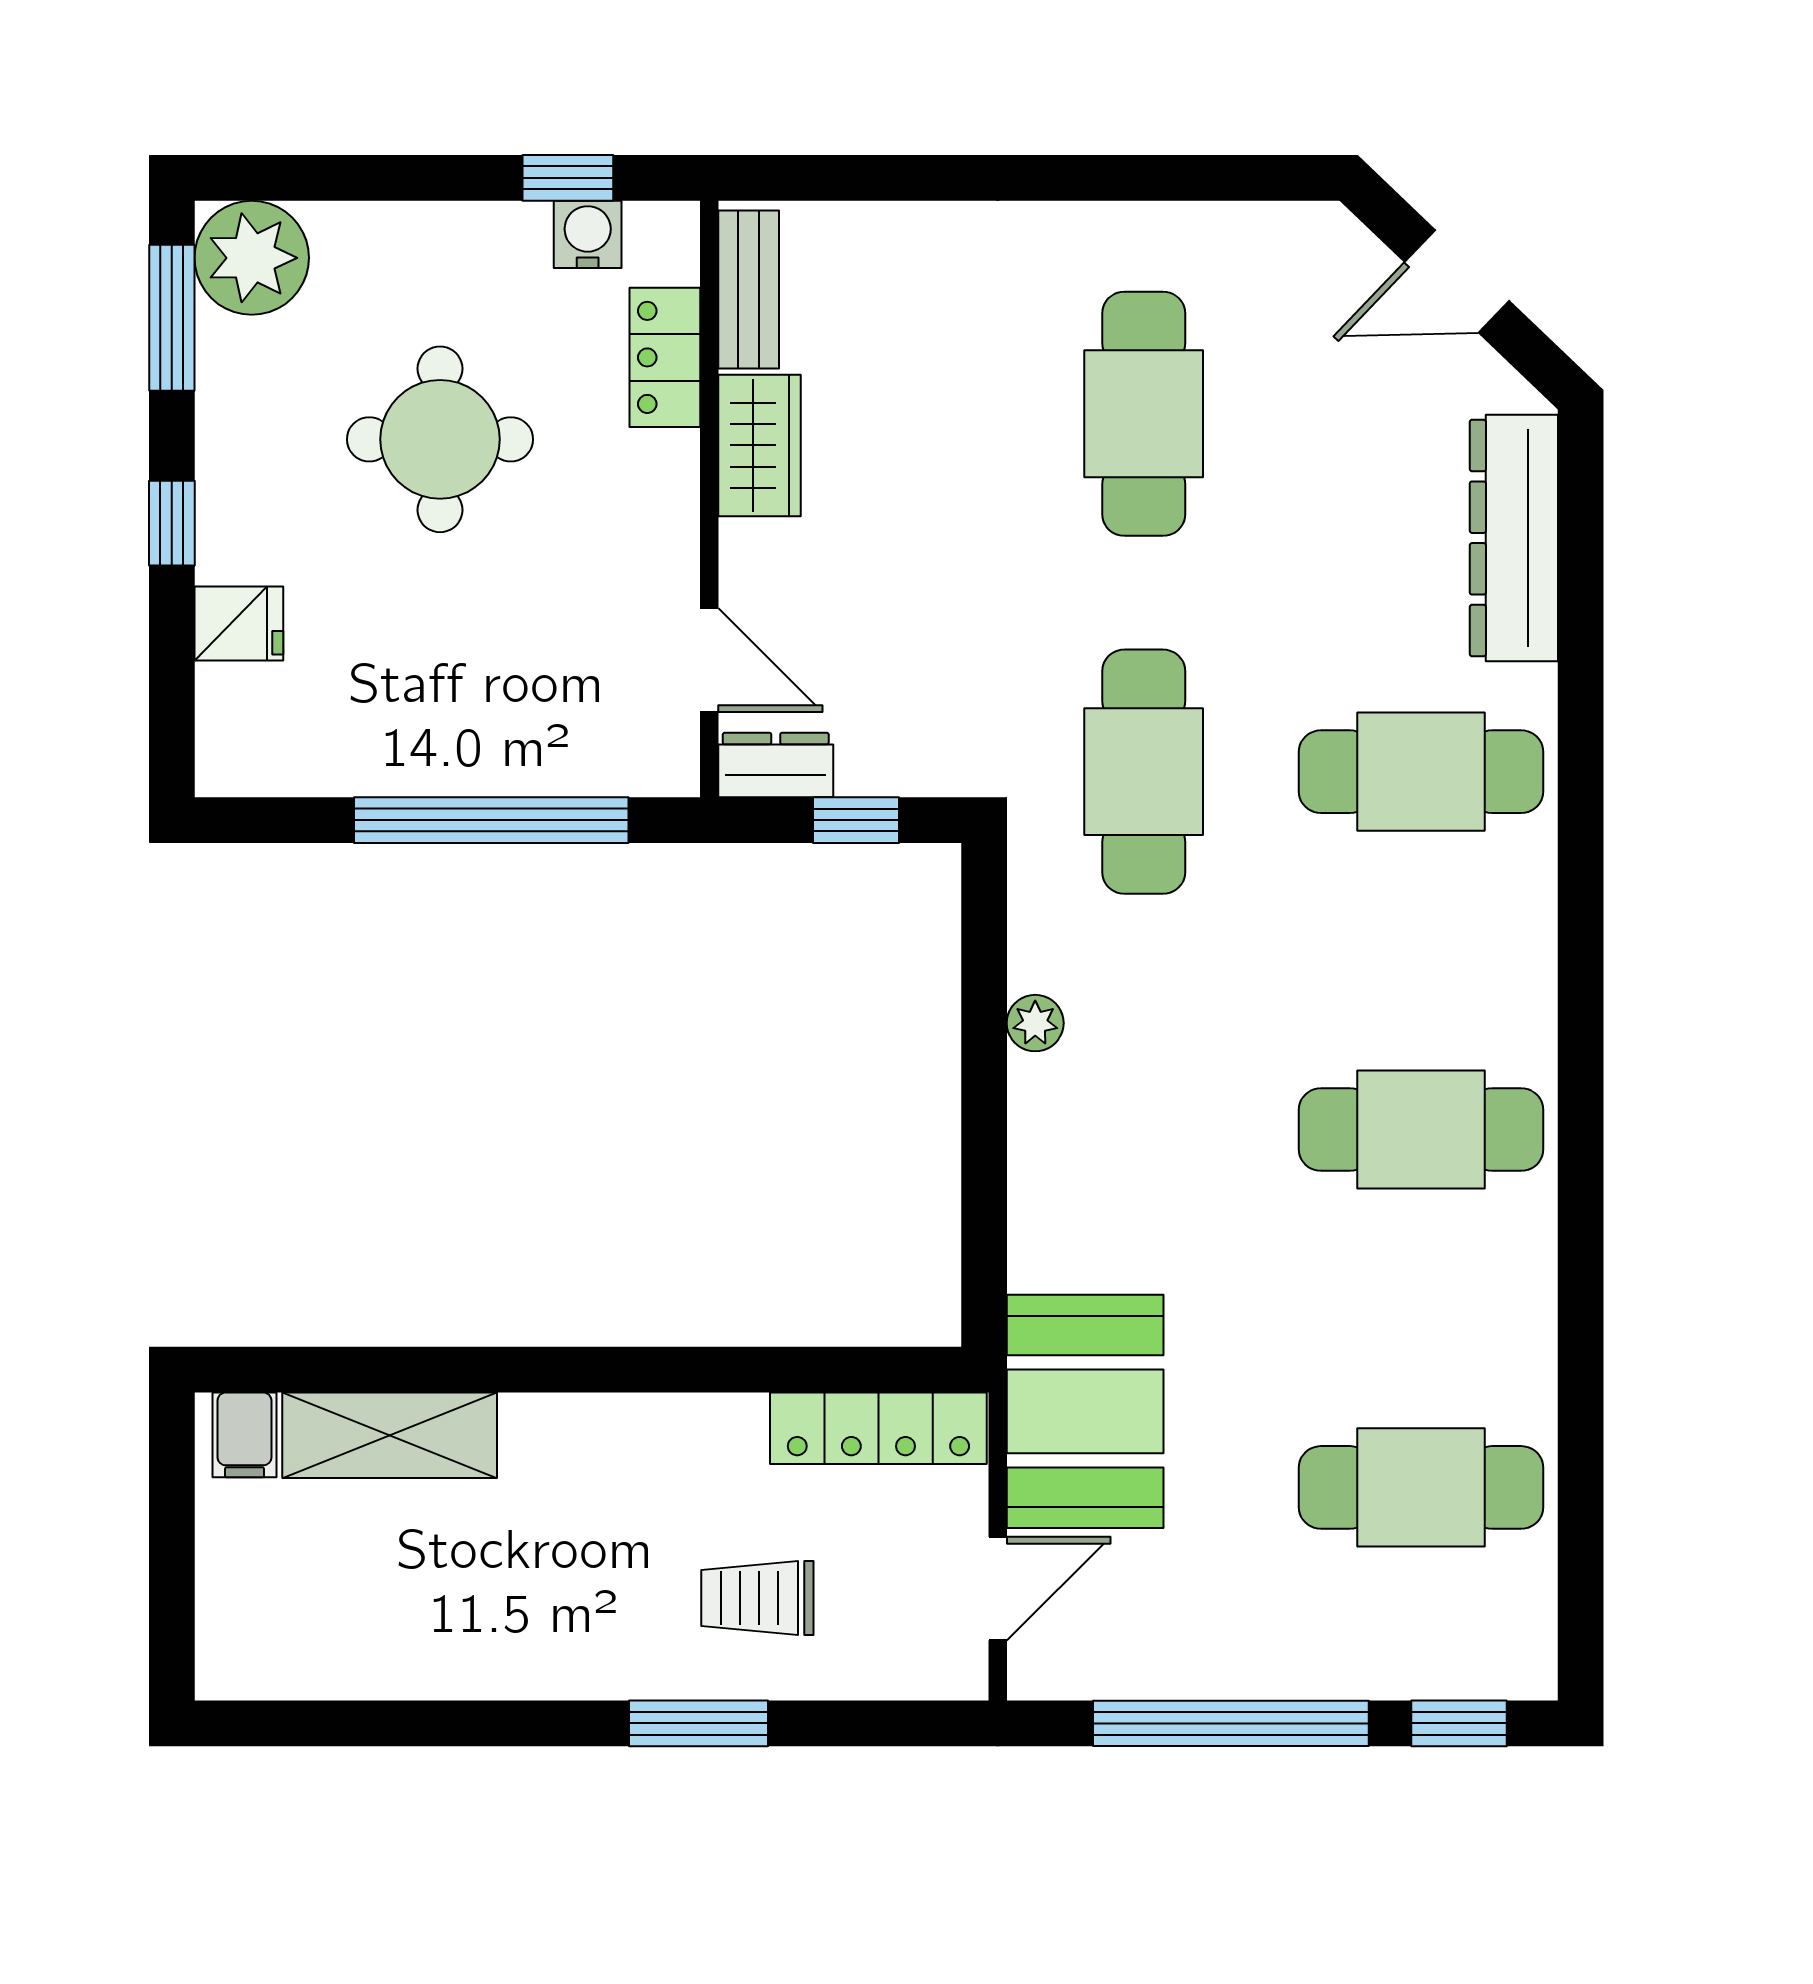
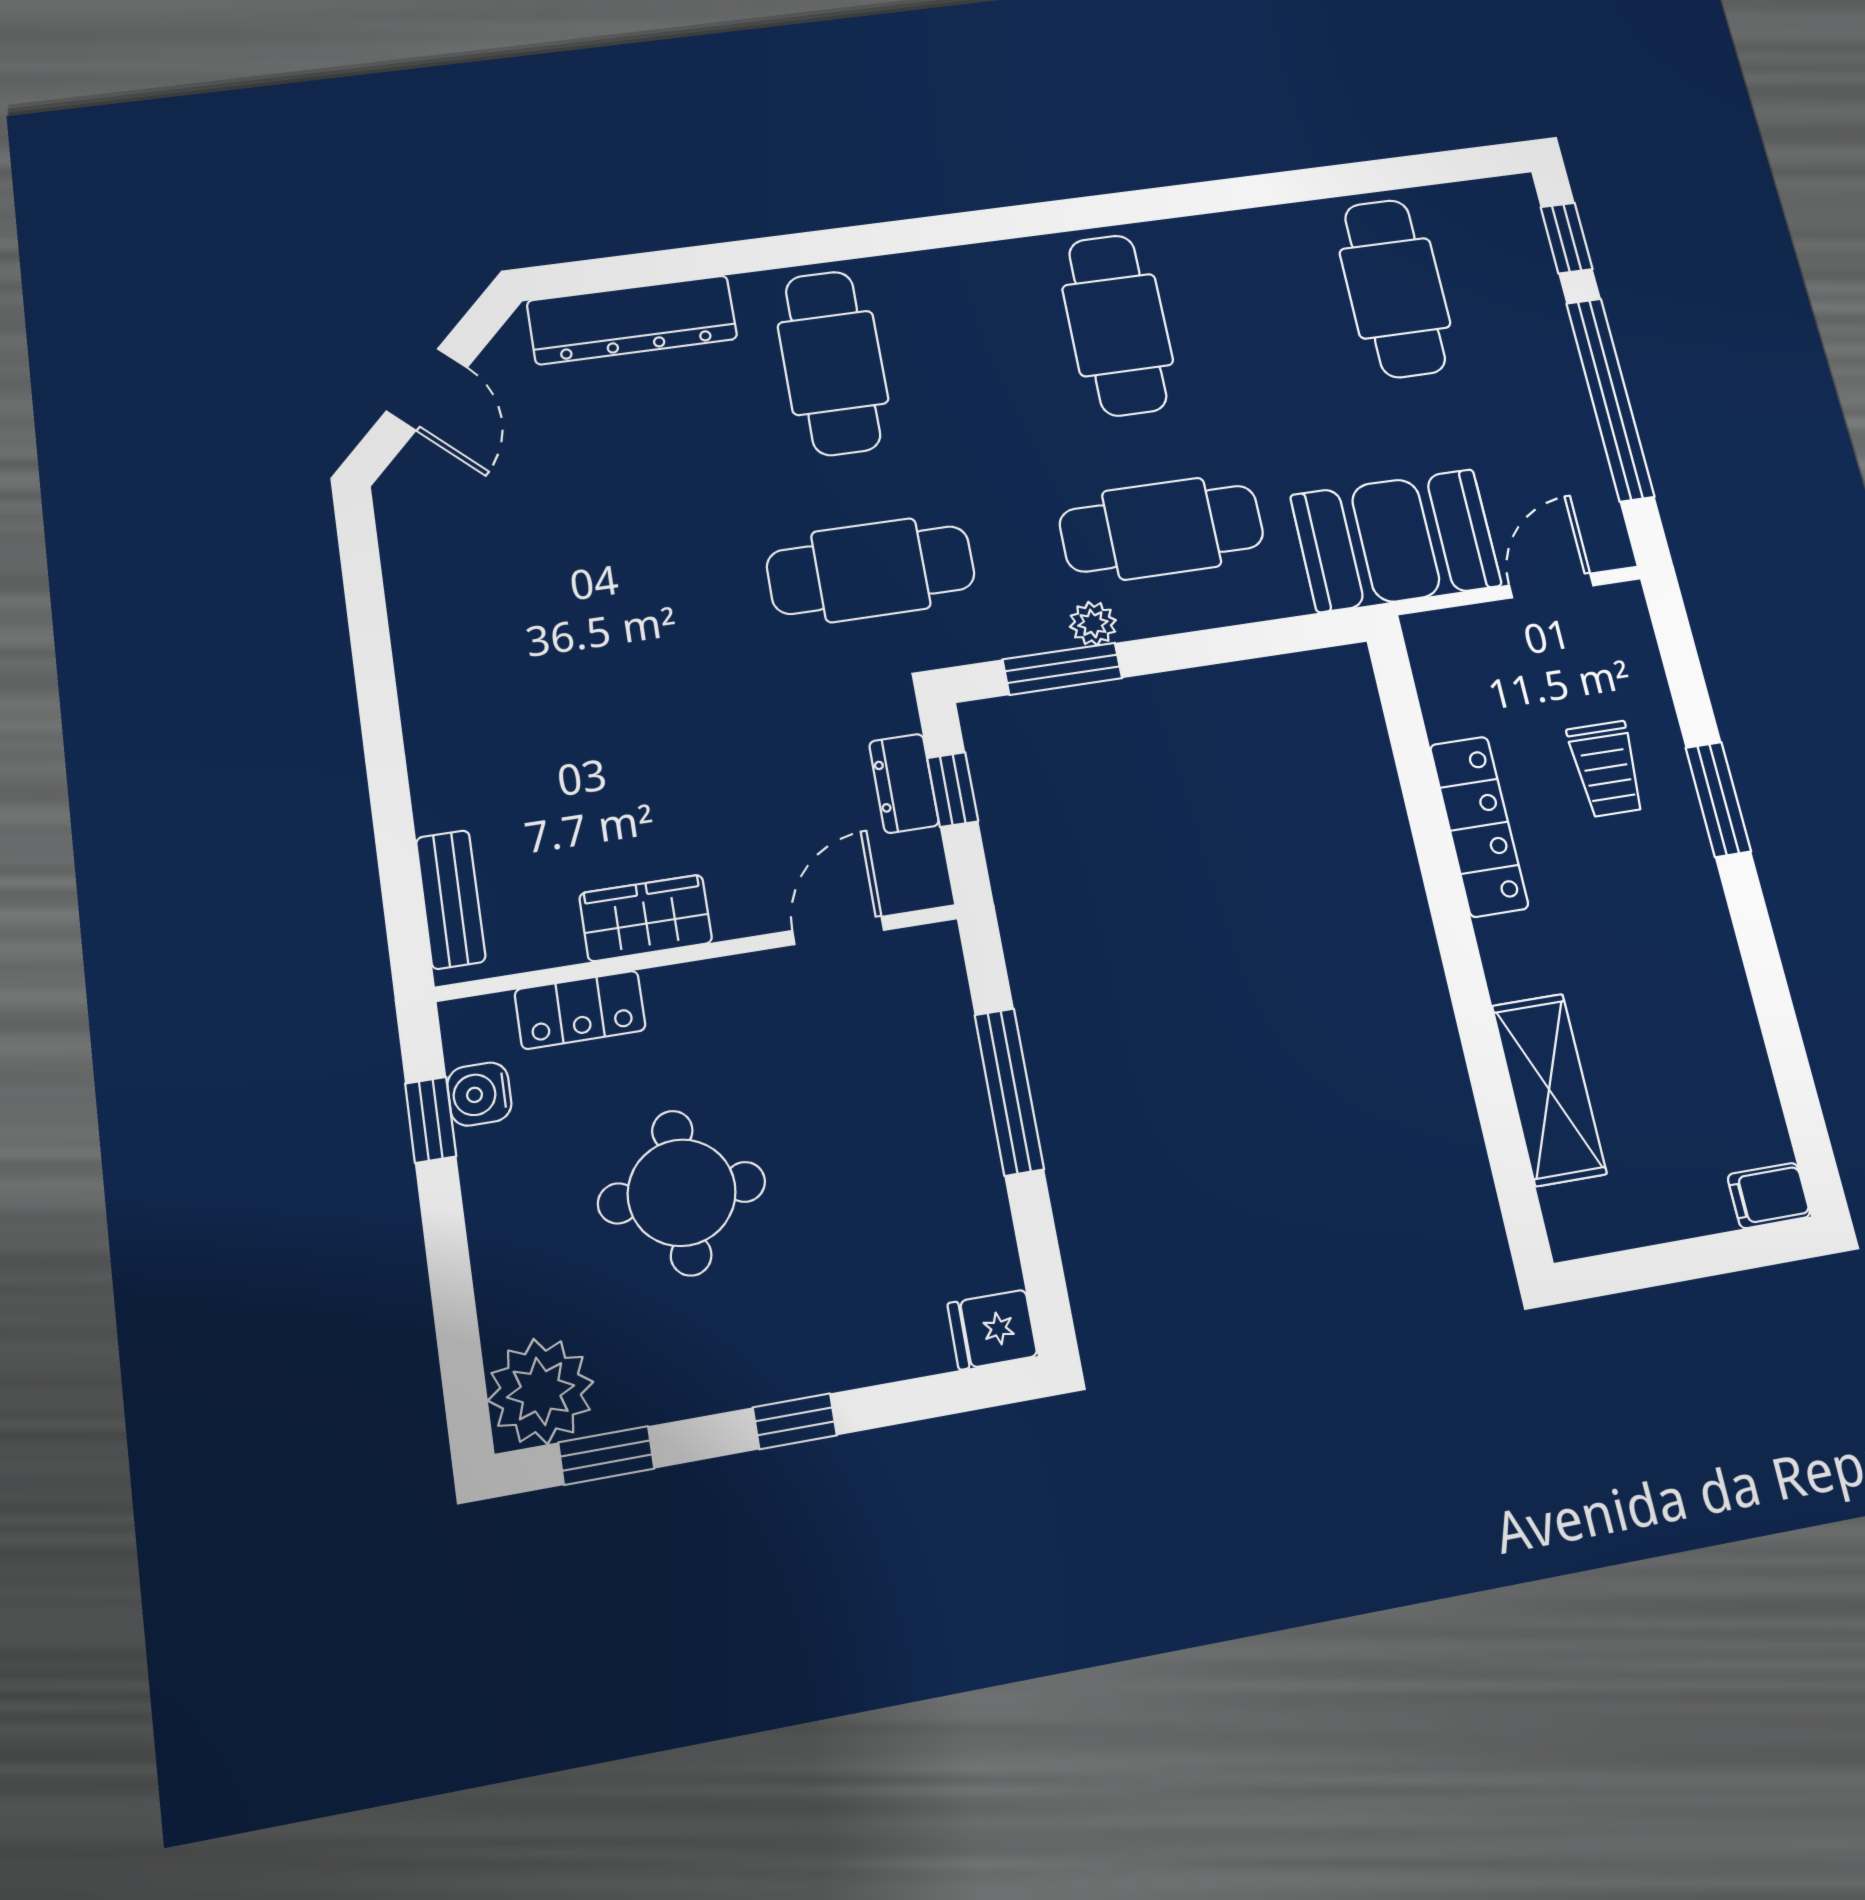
bench: (749, 289) -> (451, 899), moved, turned 90
window: (172, 318) -> (606, 1456), width x0.67
cafe table: (1144, 414) -> (1162, 529), moved
fridge: (239, 624) -> (992, 1330), moved, turned -90
dresser: (776, 765) -> (904, 783), moved
window: (491, 820) -> (1009, 1092), width x0.68
window: (984, 976) -> (1062, 669), added
locker: (878, 1428) -> (1479, 826), moved
filing cabinet: (245, 1435) -> (1769, 1196), moved, turned 180
door: (998, 1589) -> (1551, 586), hinge flipped

